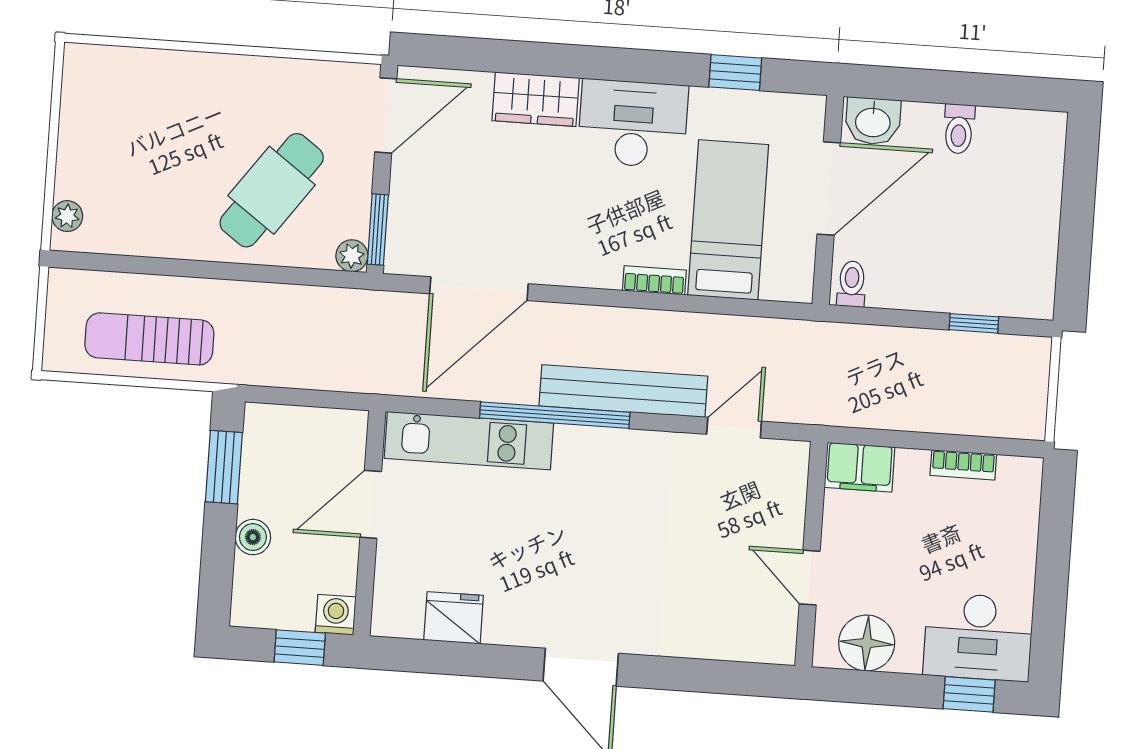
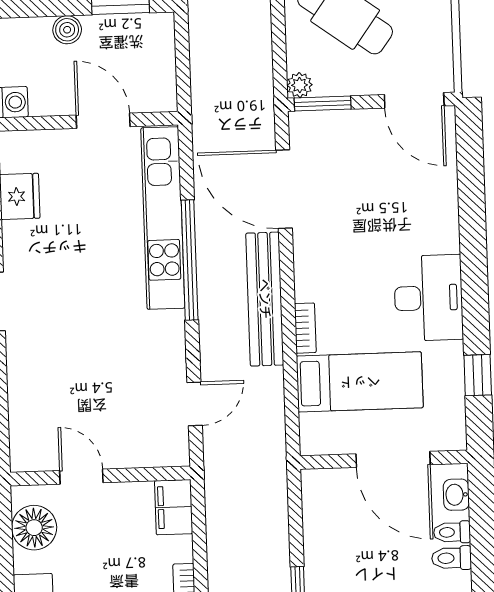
wardrobe: (536, 99) -> (440, 218), removed
washbasin: (873, 121) -> (456, 495), width x0.72, depth x0.69
toilet: (852, 284) -> (452, 532), moved, turned 180
bench: (623, 391) -> (265, 299), moved
door: (734, 428) -> (195, 404), hinge flipped
kitchen unit: (469, 441) -> (163, 218), width x1.36
door: (810, 578) -> (81, 477), hinge flipped

